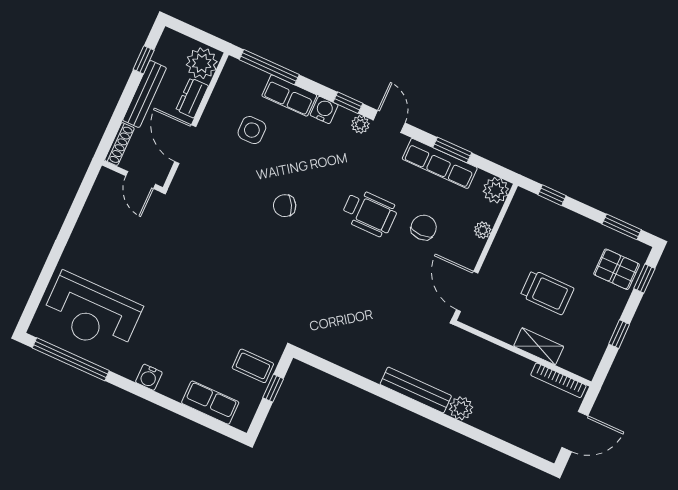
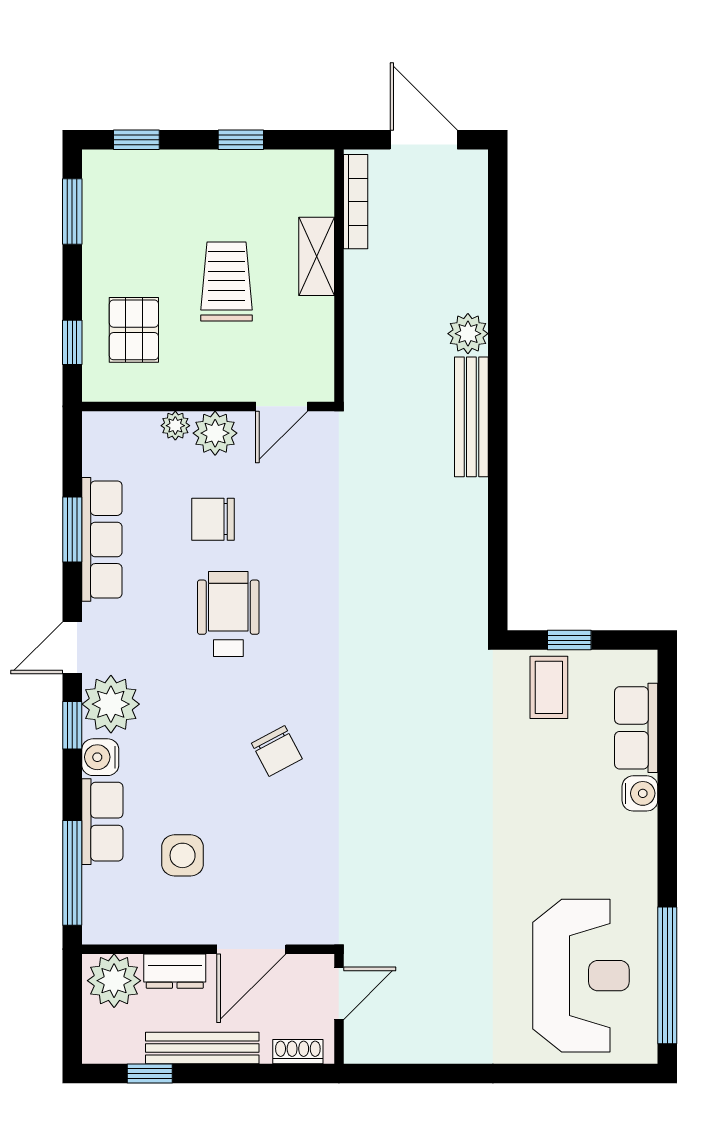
plant: (360, 124) -> (111, 704), width x1.87, depth x1.87
shoe rack: (119, 144) -> (298, 1052), width x0.70
plant: (496, 190) -> (215, 433), moved
pallet: (617, 269) -> (134, 330), moved
door: (467, 291) -> (282, 406), width x0.73
water cooler: (149, 377) -> (640, 793), moved

